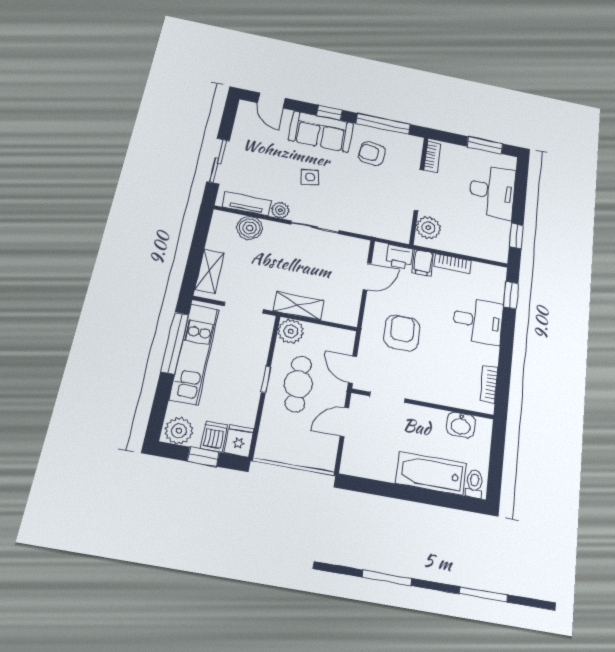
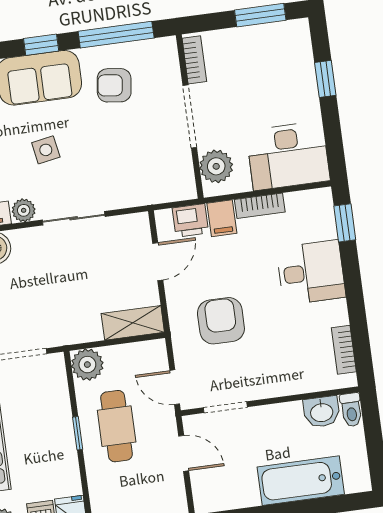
desk: (492, 191) -> (288, 156), moved, turned 90
window: (516, 236) -> (325, 79), moved
shelving: (298, 306) -> (133, 323), moved
door: (344, 422) -> (184, 453), swing flipped
toilet: (474, 484) -> (351, 410), moved, turned 180

